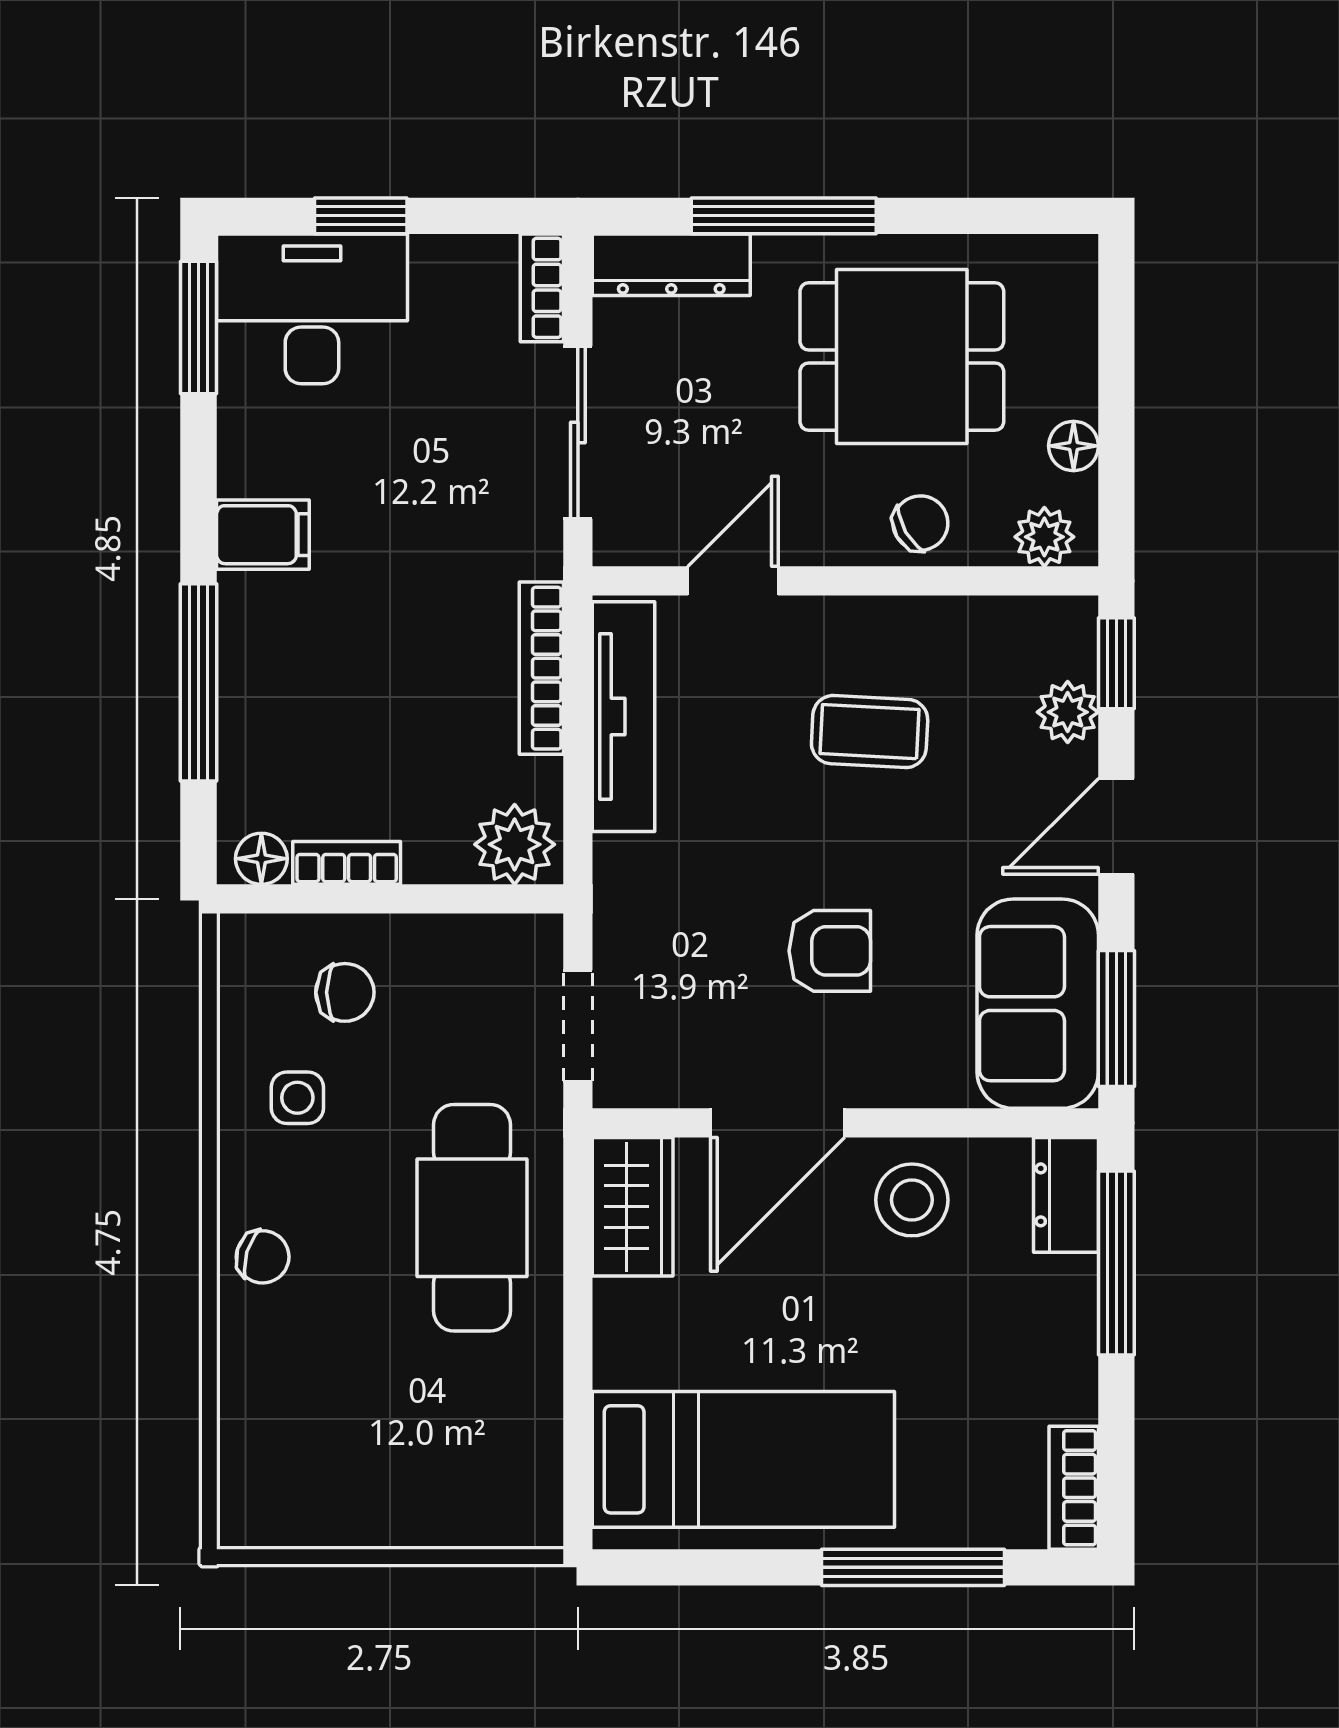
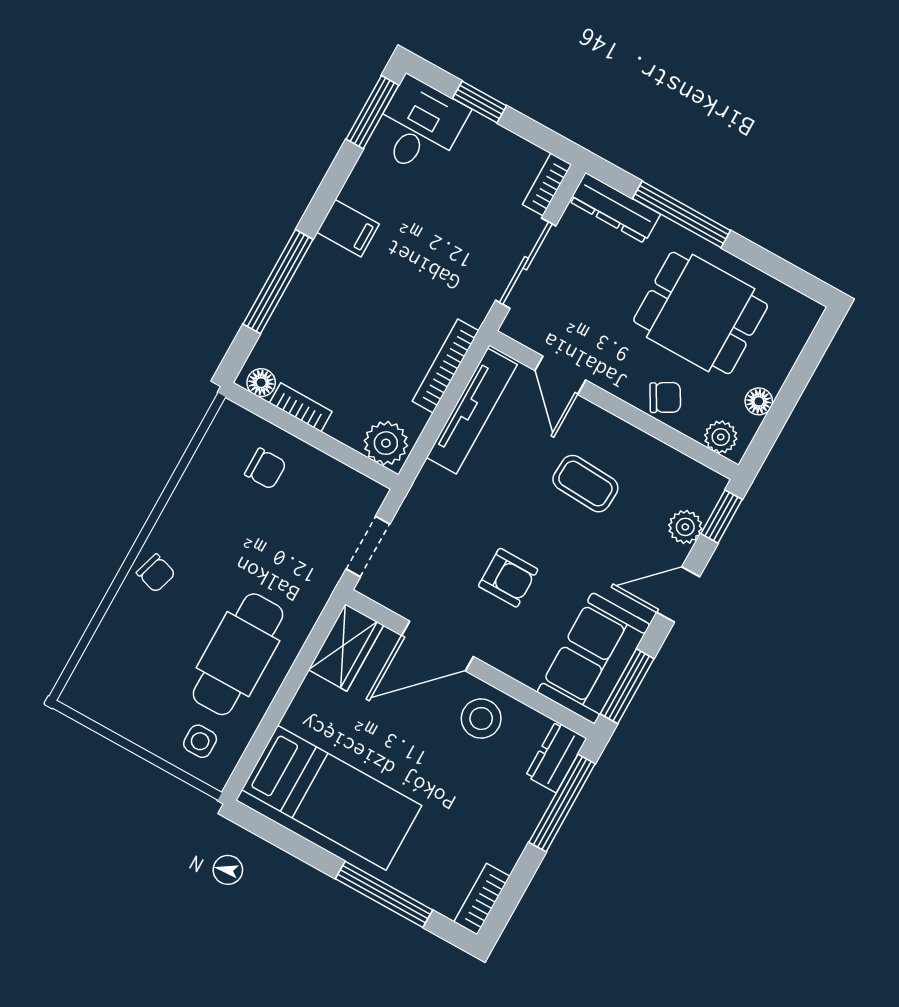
desk: (312, 309) -> (419, 127), width x0.73
door: (733, 581) -> (560, 375), swing flipped
side table: (297, 1098) -> (200, 741), moved
cafe table: (472, 1218) -> (238, 654), moved

